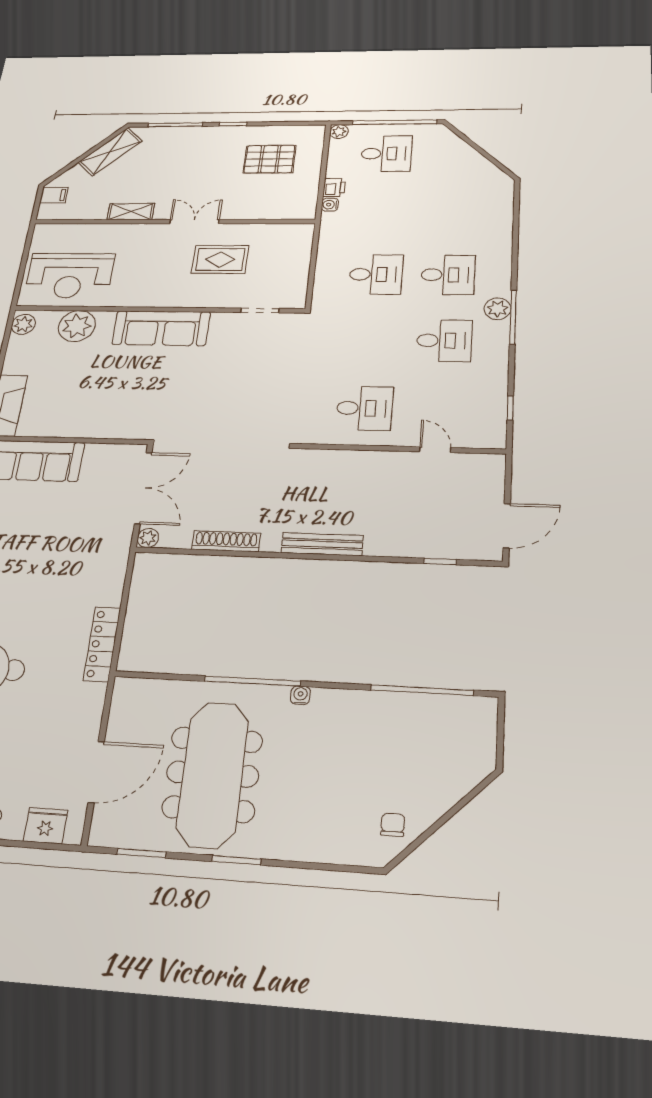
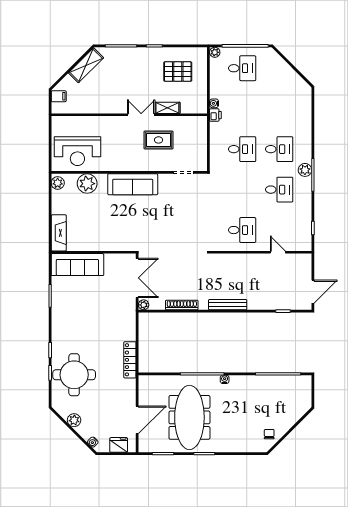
printer: (334, 188) -> (215, 115), moved
shelving: (131, 212) -> (167, 108), moved

